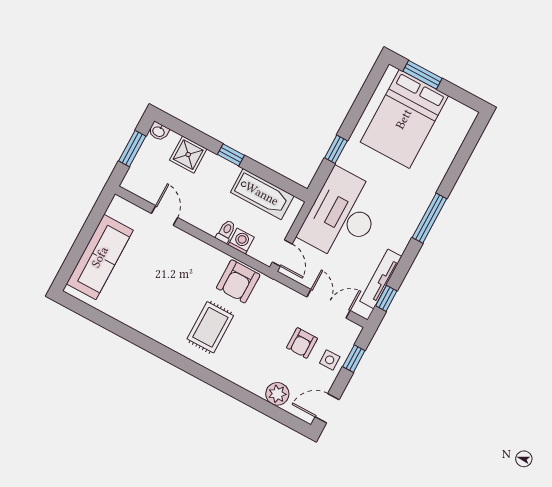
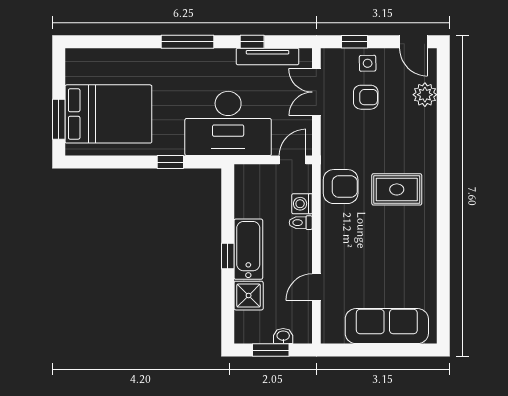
washbasin: (159, 131) -> (283, 336), moved, turned -90
bathtub: (262, 194) -> (248, 249), moved
window: (386, 298) -> (252, 42), moved

